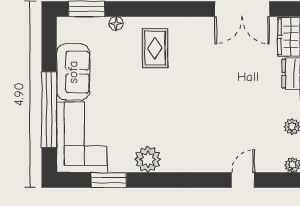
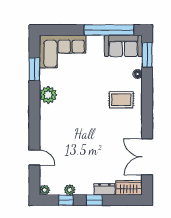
sofa: (73, 72) -> (123, 46), moved
window: (49, 110) -> (109, 30), moved

